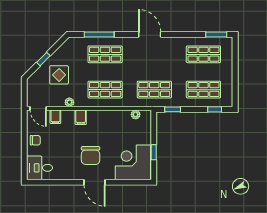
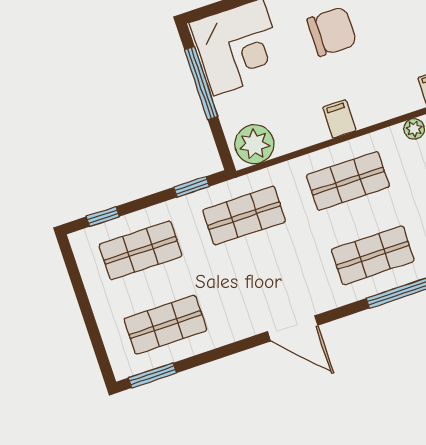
plant: (136, 114) -> (254, 144), width x1.88, depth x1.88
filing cabinet: (81, 117) -> (339, 119), moved
window: (154, 152) -> (201, 83), width x2.17
chair: (91, 156) -> (332, 32), turned 90

